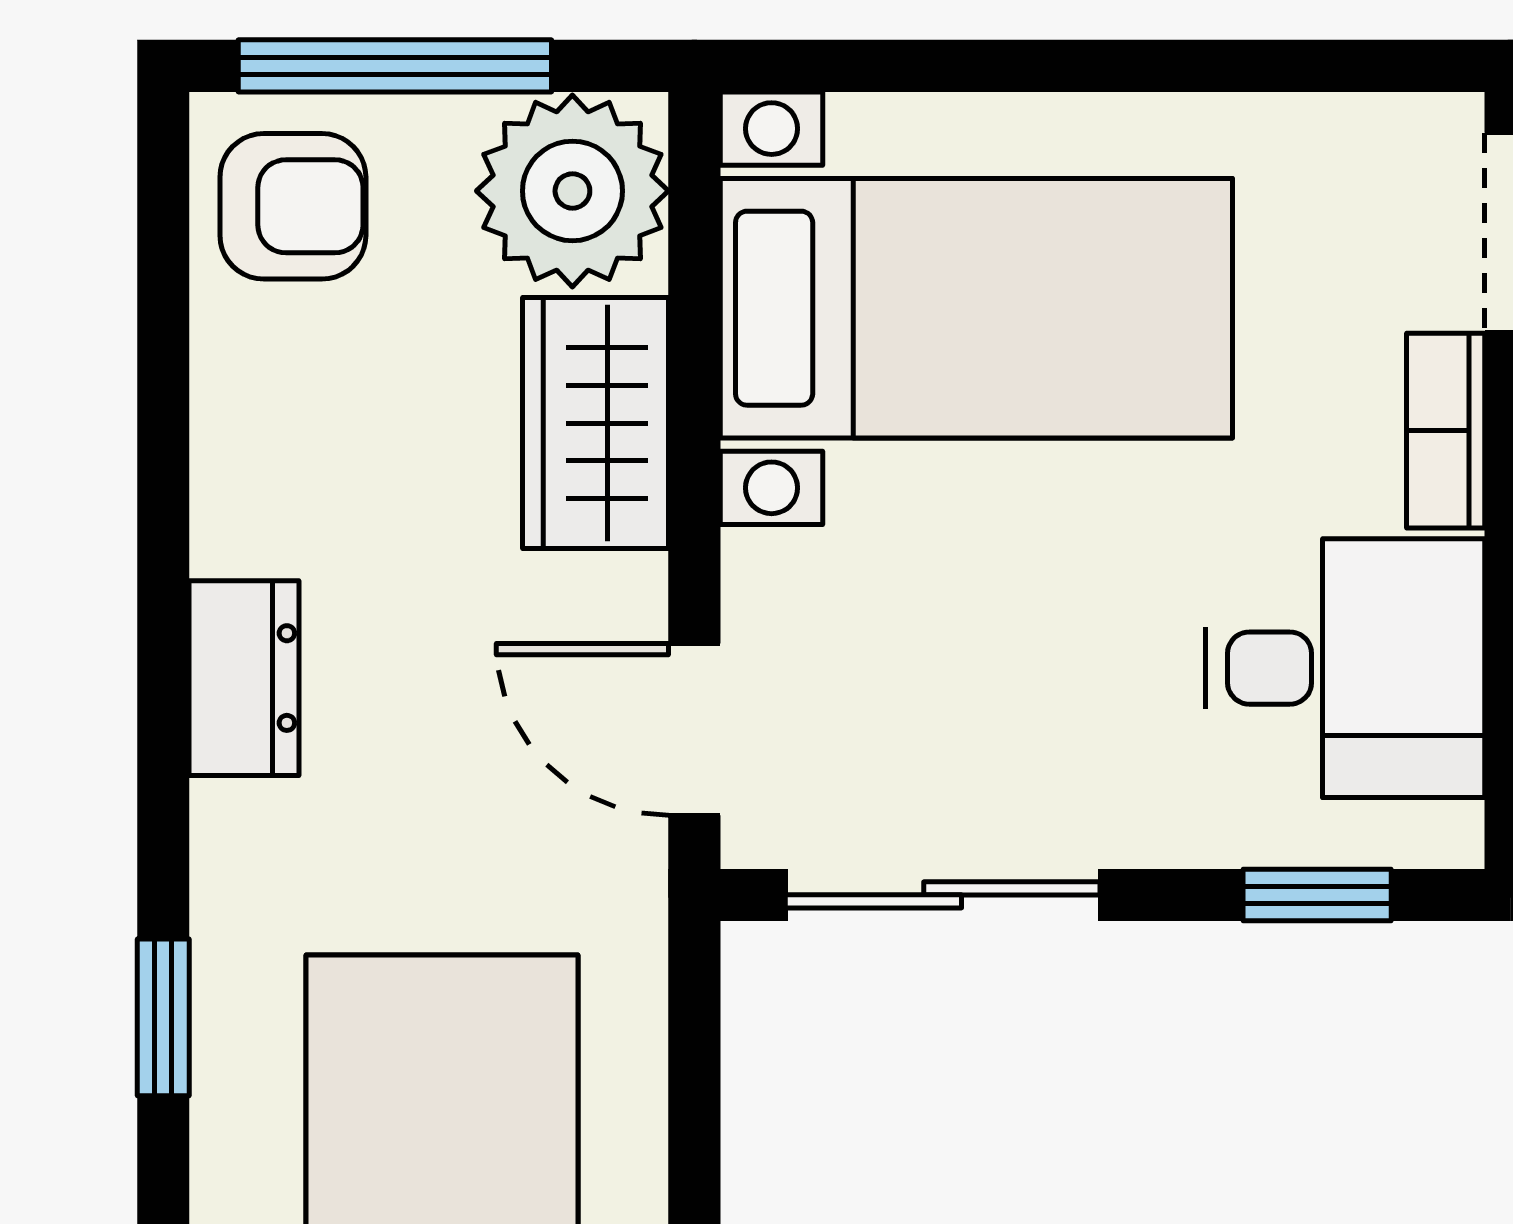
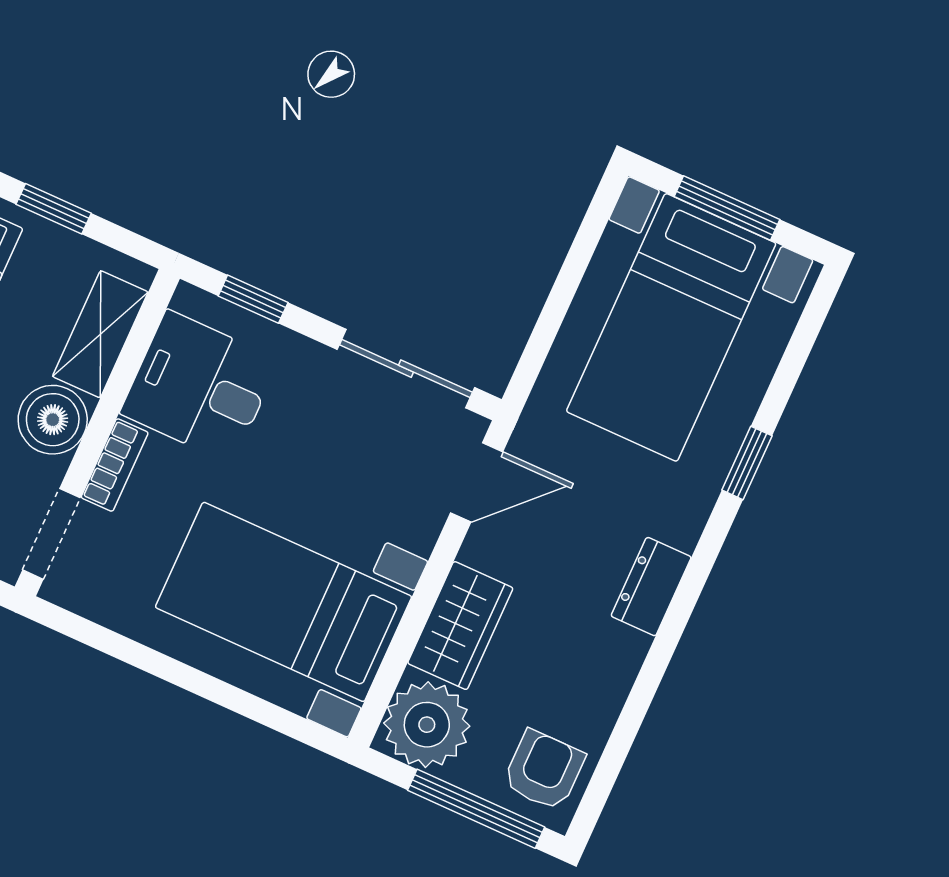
armchair: (293, 206) -> (544, 770), turned 90
door: (694, 729) -> (477, 482), hinge flipped

